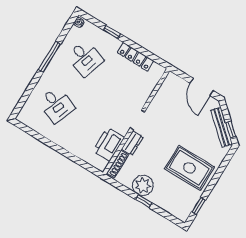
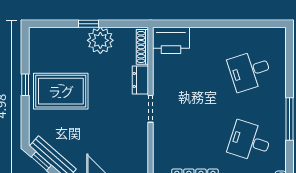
desk: (56, 105) -> (250, 71), turned -39
printer: (108, 144) -> (171, 40), moved, turned 90
window: (199, 206) -> (25, 85), moved

